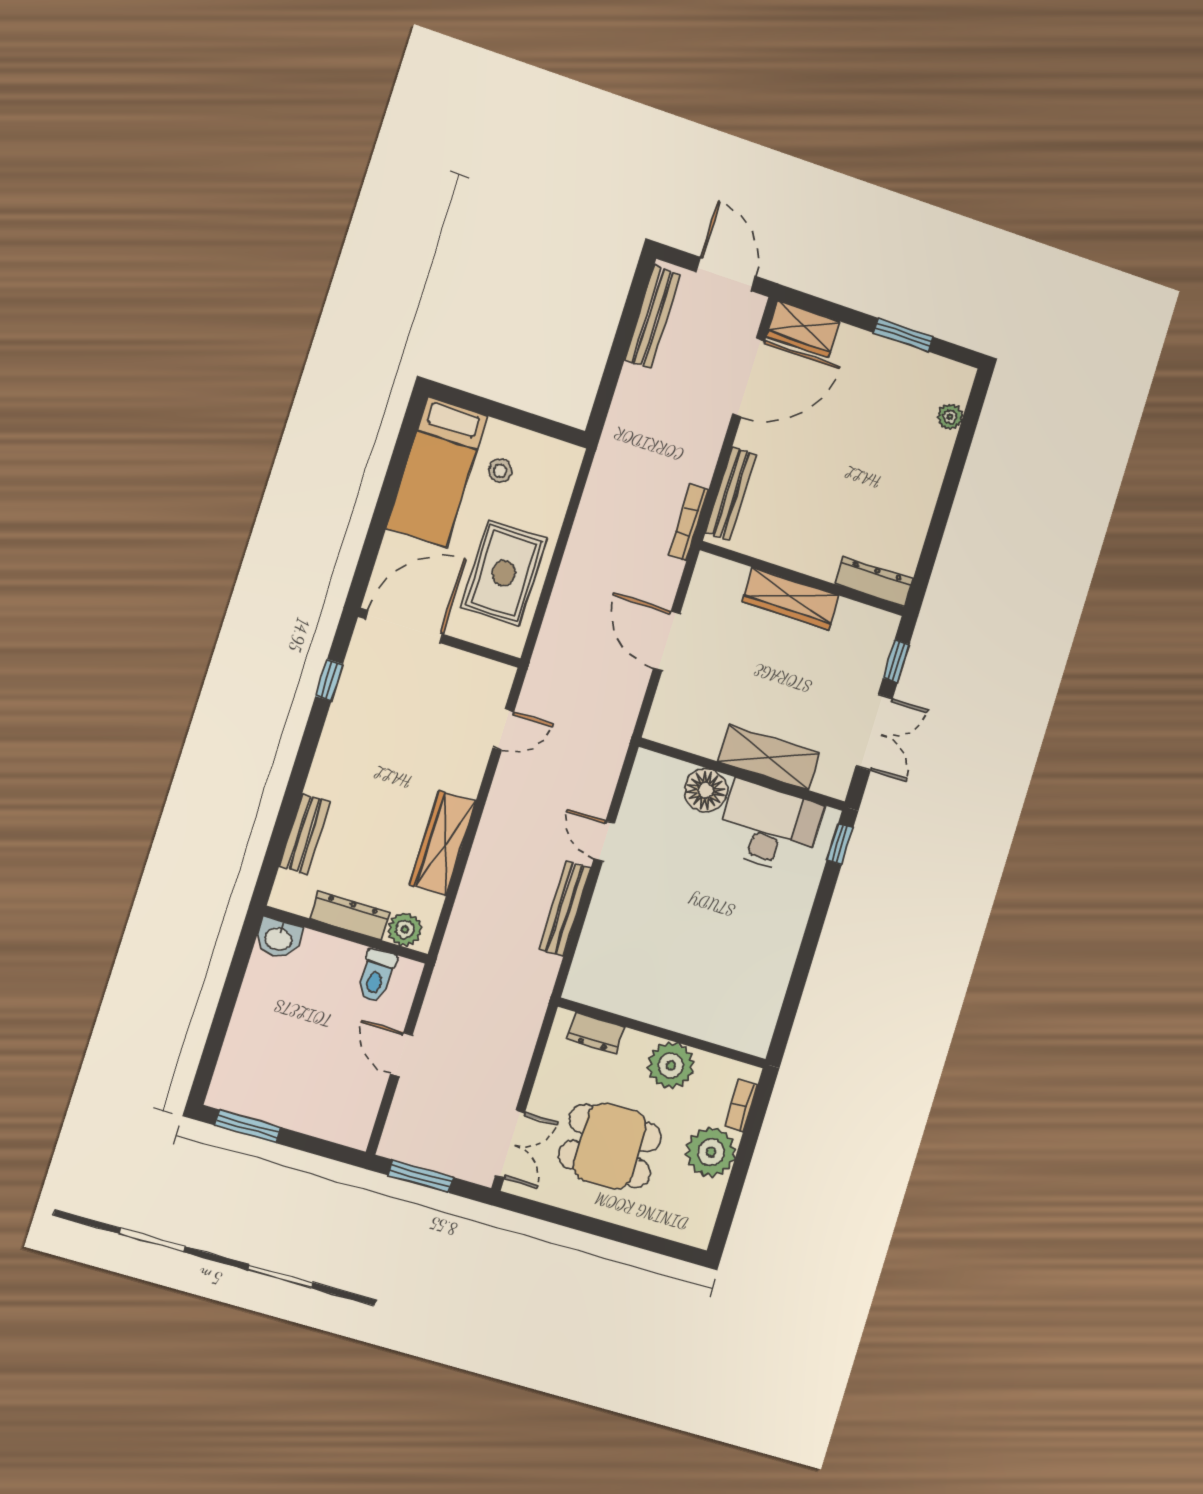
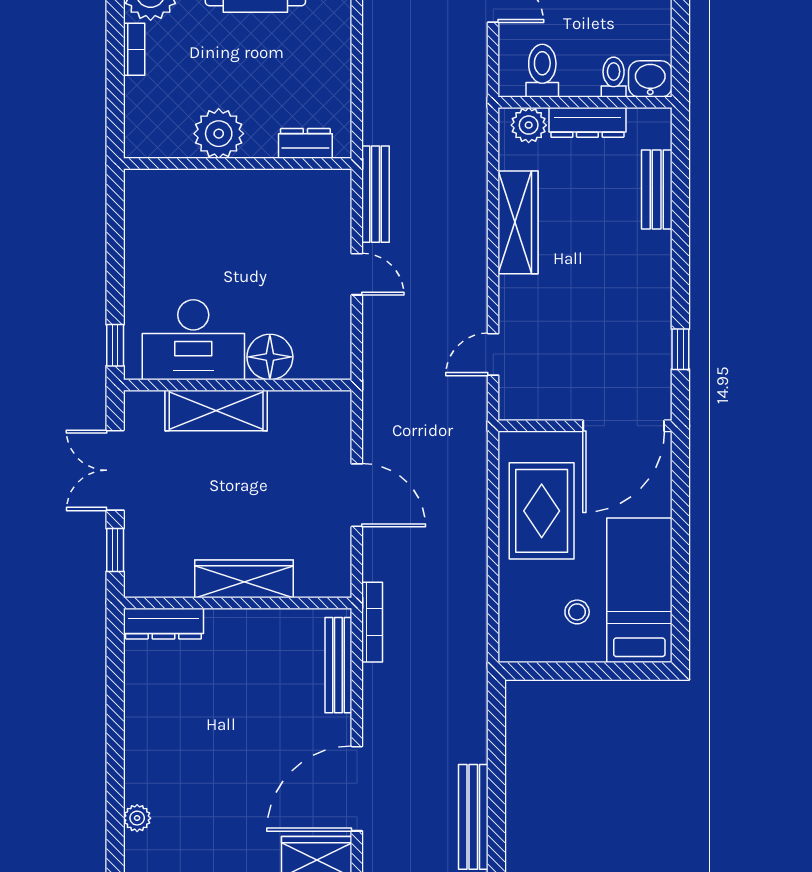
toilet: (312, 950) -> (614, 77), added
dresser: (596, 1033) -> (305, 143), moved
wall: (662, 1033) -> (238, 164), moved
plant: (671, 1065) -> (219, 134), moved

